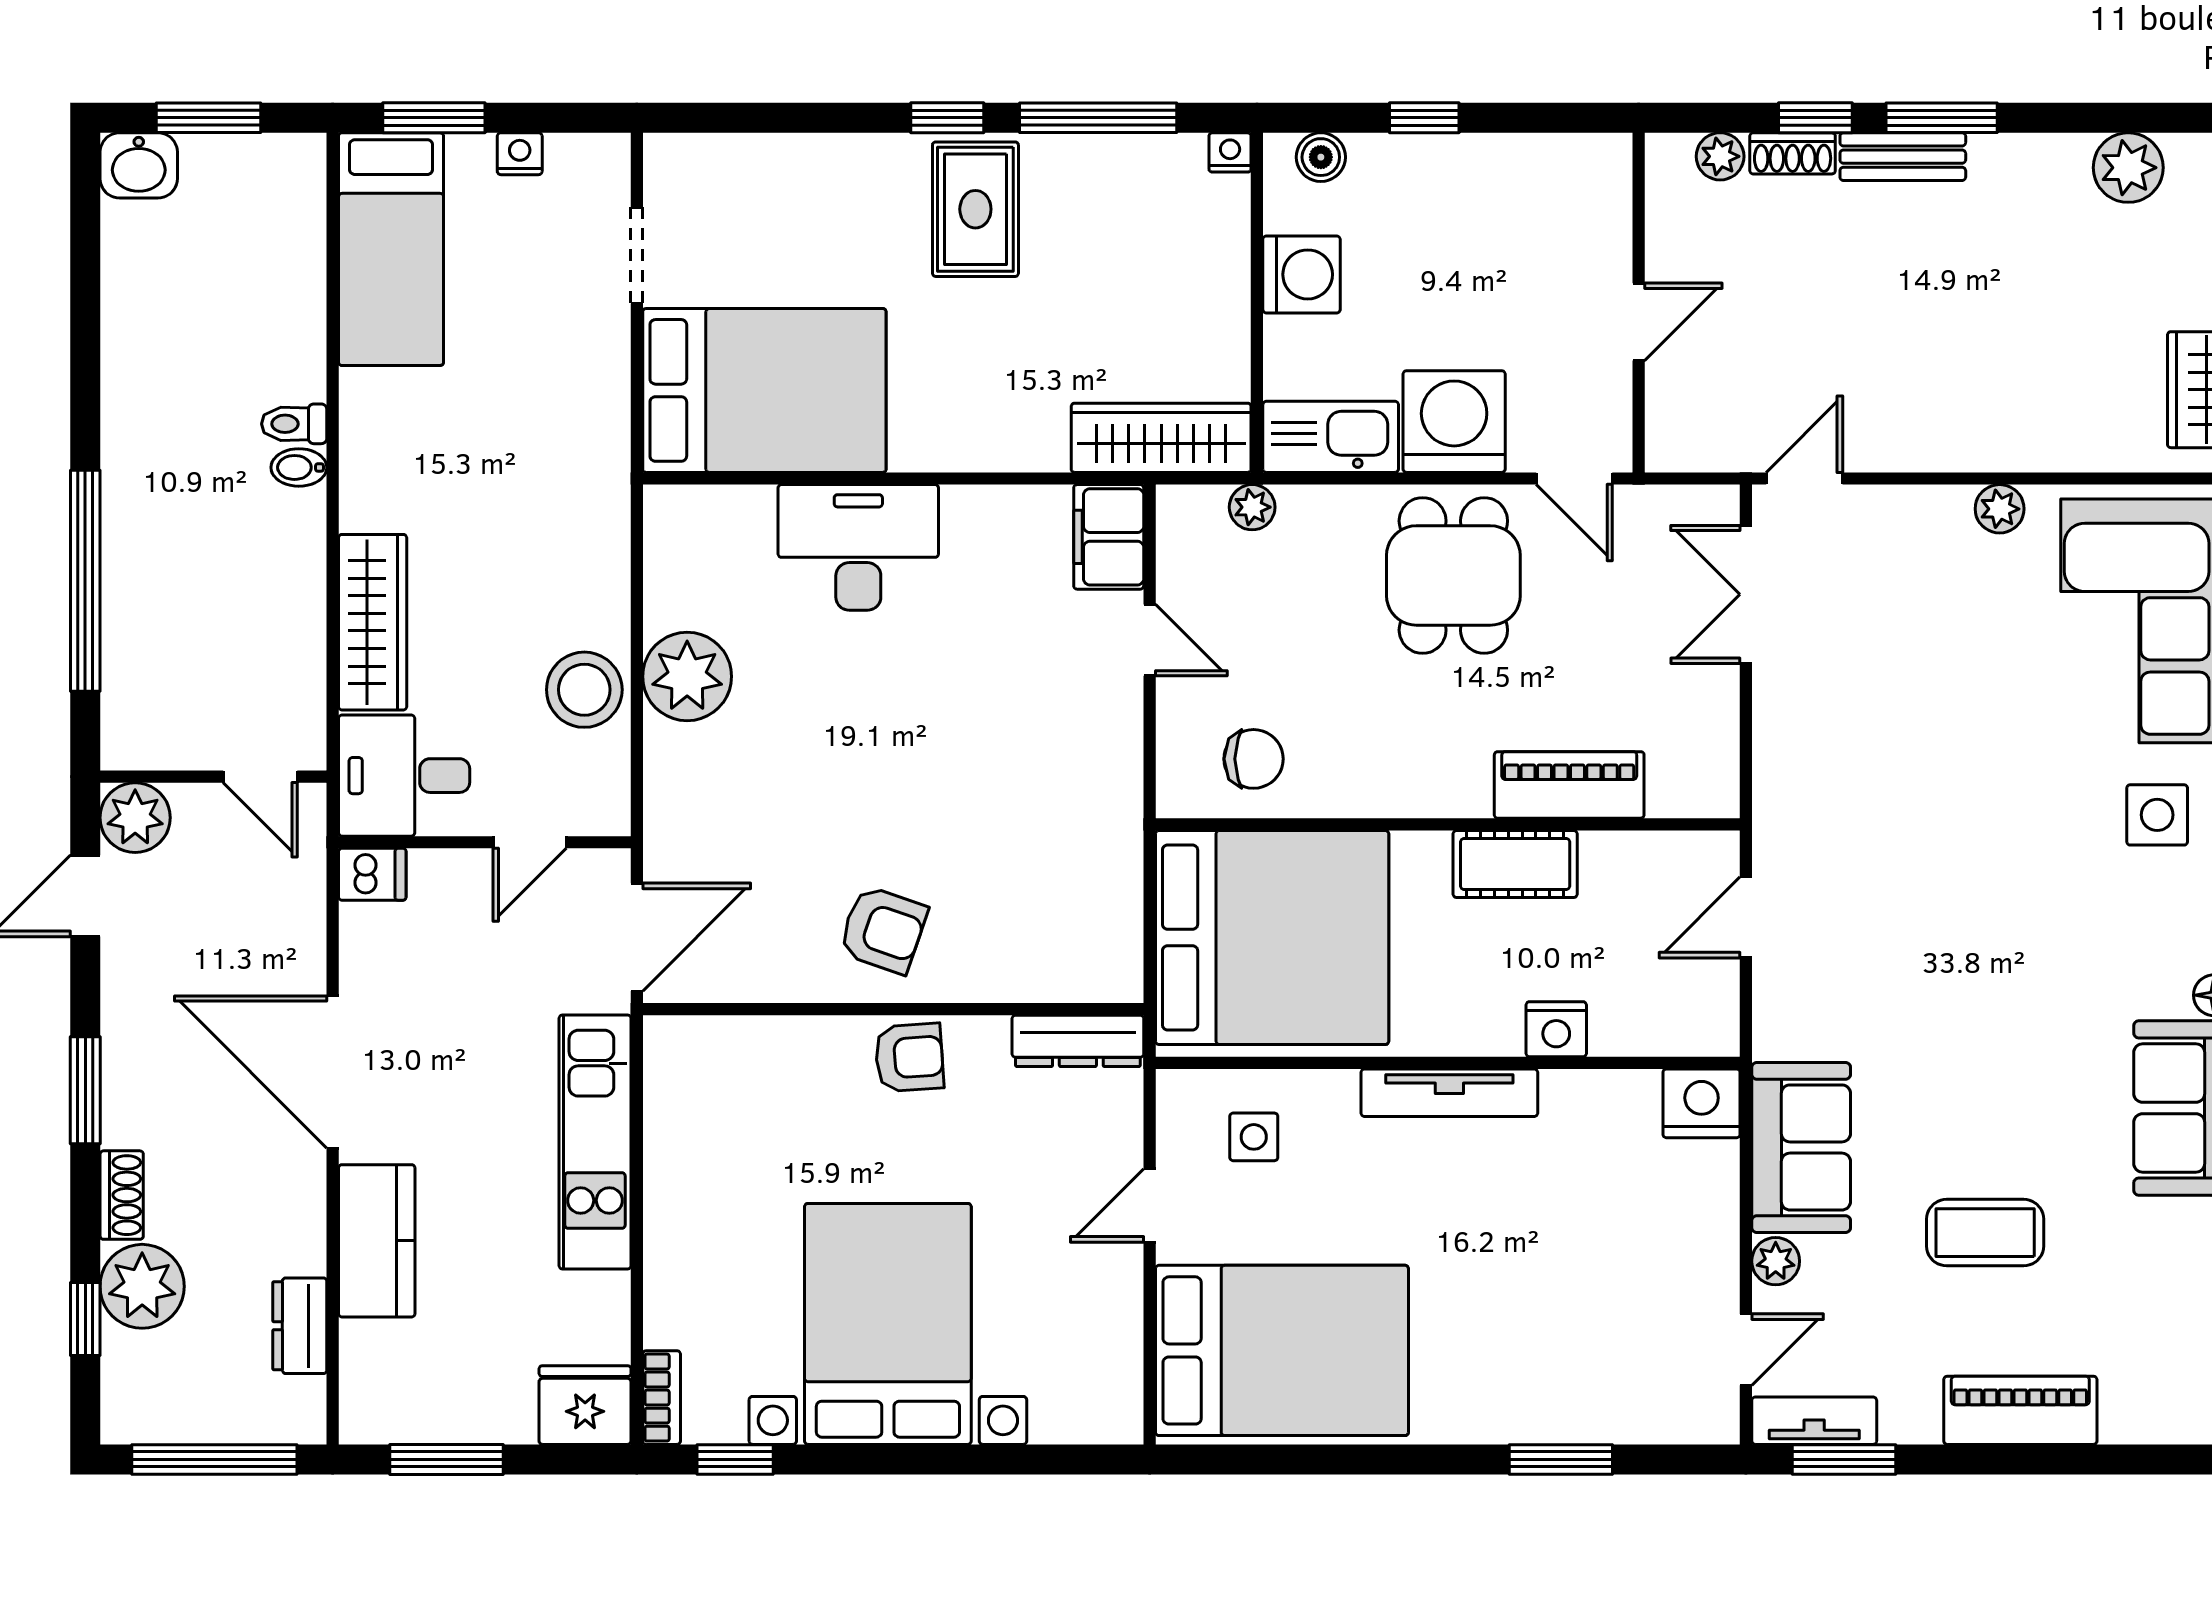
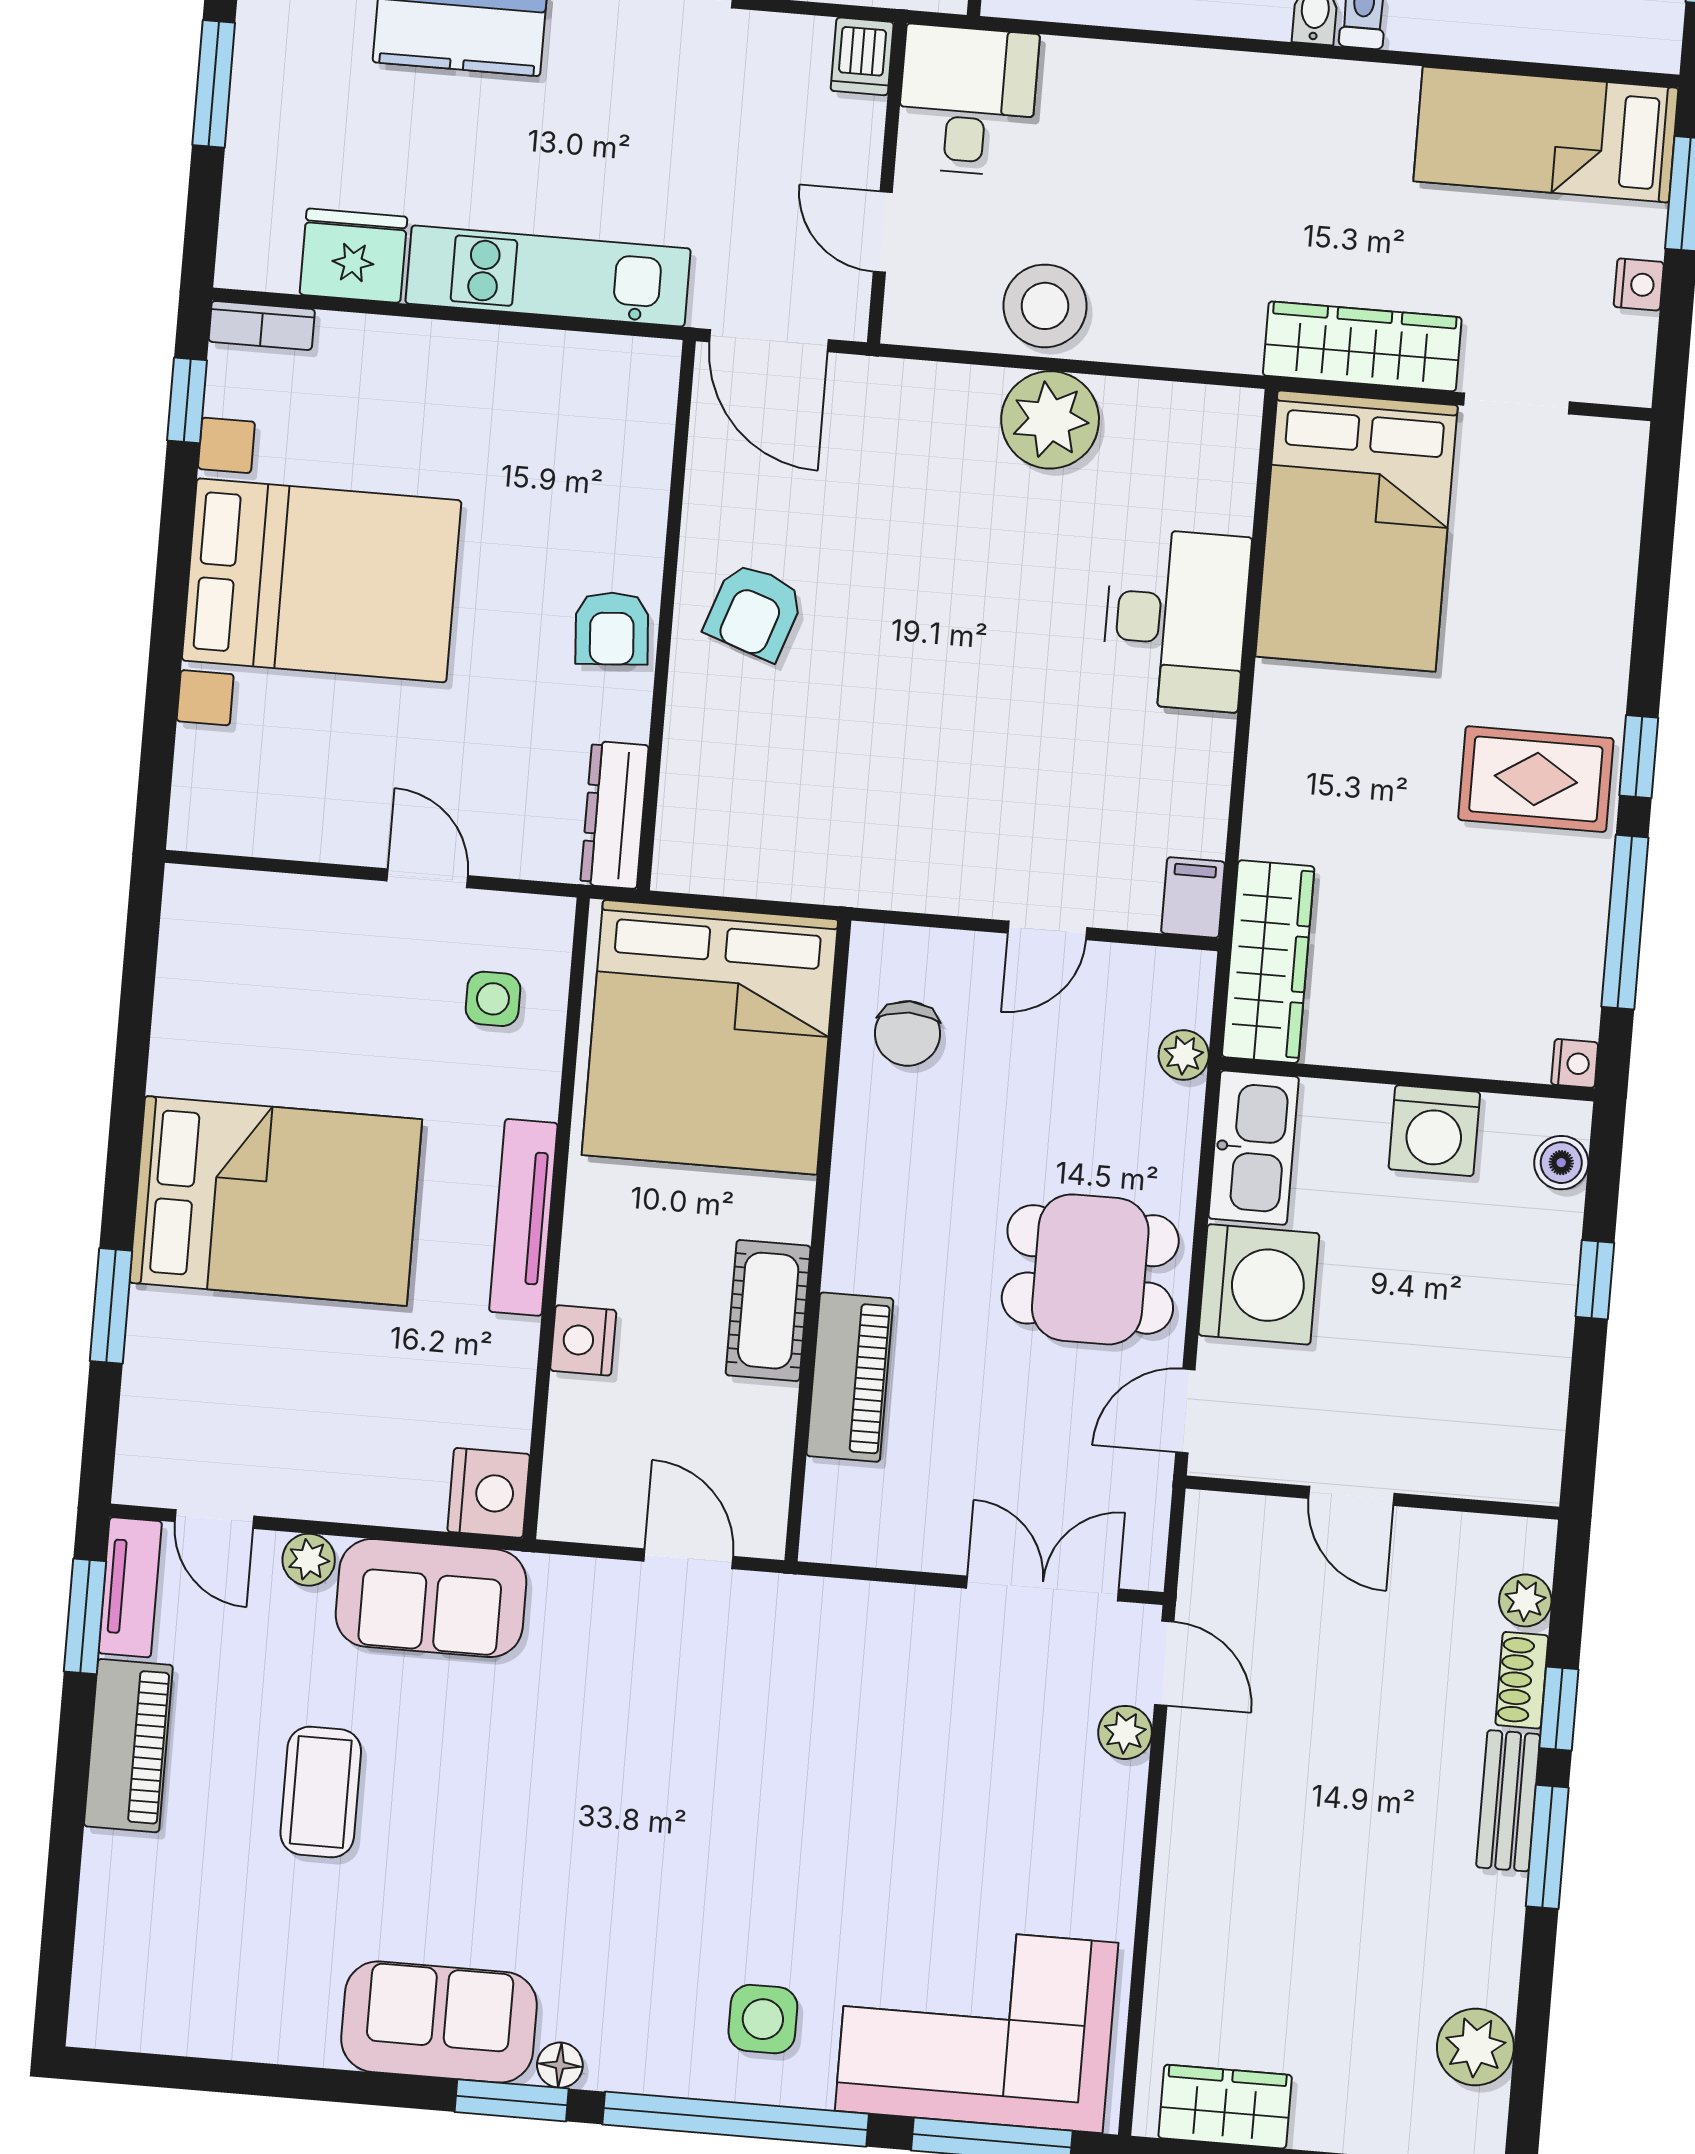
plant: (2000, 509) -> (1125, 1732), moved
filing cabinet: (1109, 537) -> (1193, 897), width x0.50
wardrobe: (373, 622) -> (1362, 346), moved, turned 180
bed: (1282, 1350) -> (276, 1201), moved, turned -90
fridge: (585, 1405) -> (353, 256), moved, turned -90
piano: (2020, 1410) -> (128, 1746), moved

